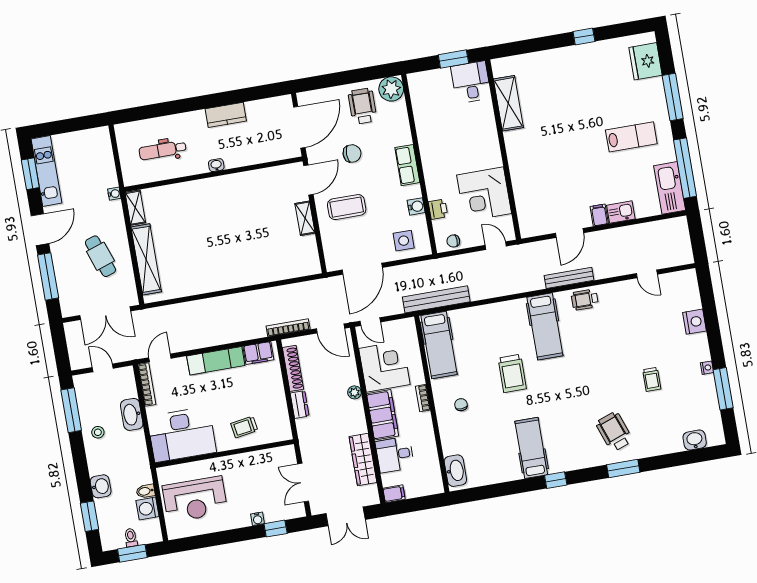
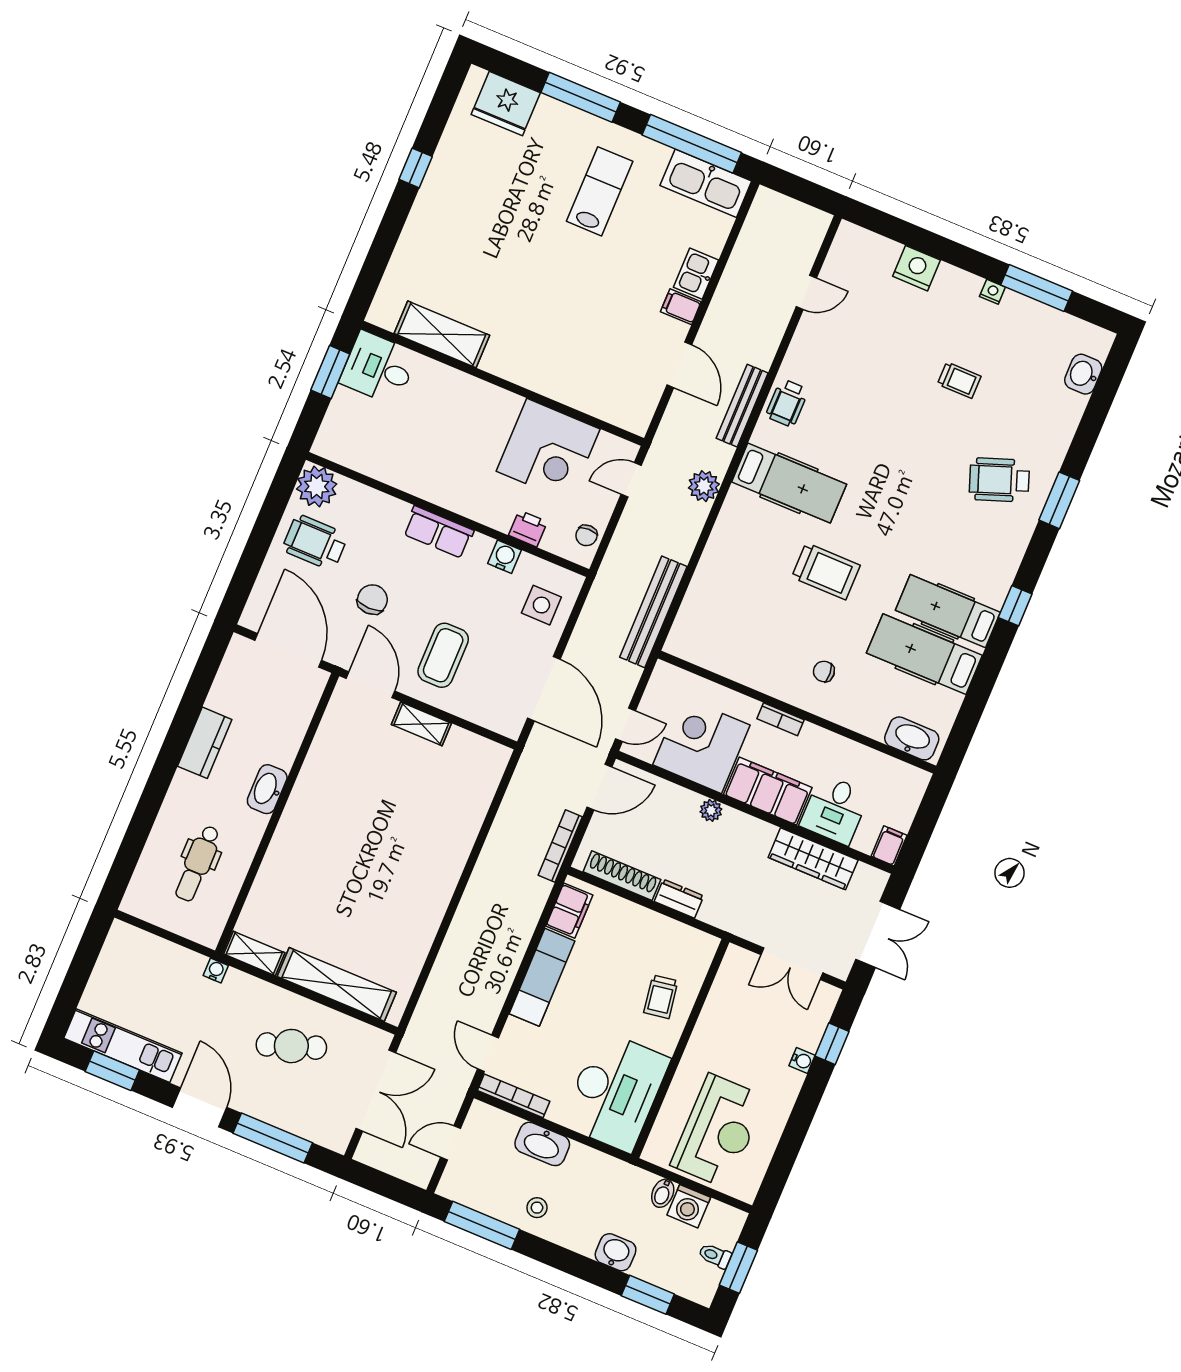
washbasin: (216, 165) -> (267, 789), width x1.91, depth x1.45
plant: (516, 284) -> (704, 486), added
hospital bed: (439, 345) -> (924, 654), moved, turned 180

